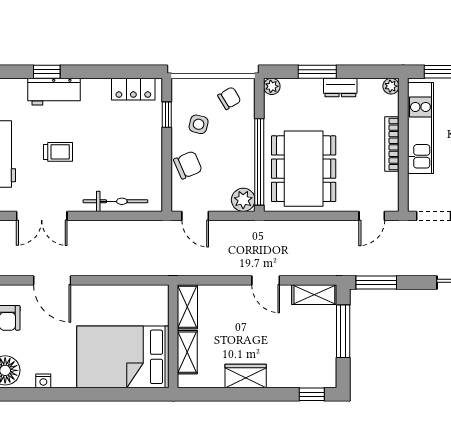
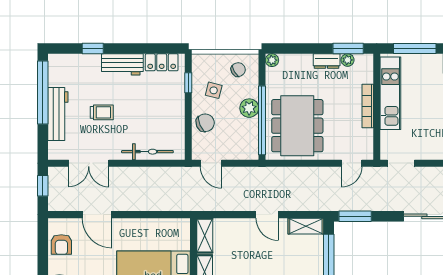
window: (317, 72) -> (348, 48), moved
plant: (391, 86) -> (348, 60), moved
workbench: (54, 92) -> (122, 64), moved
plant: (243, 200) -> (249, 108), moved

